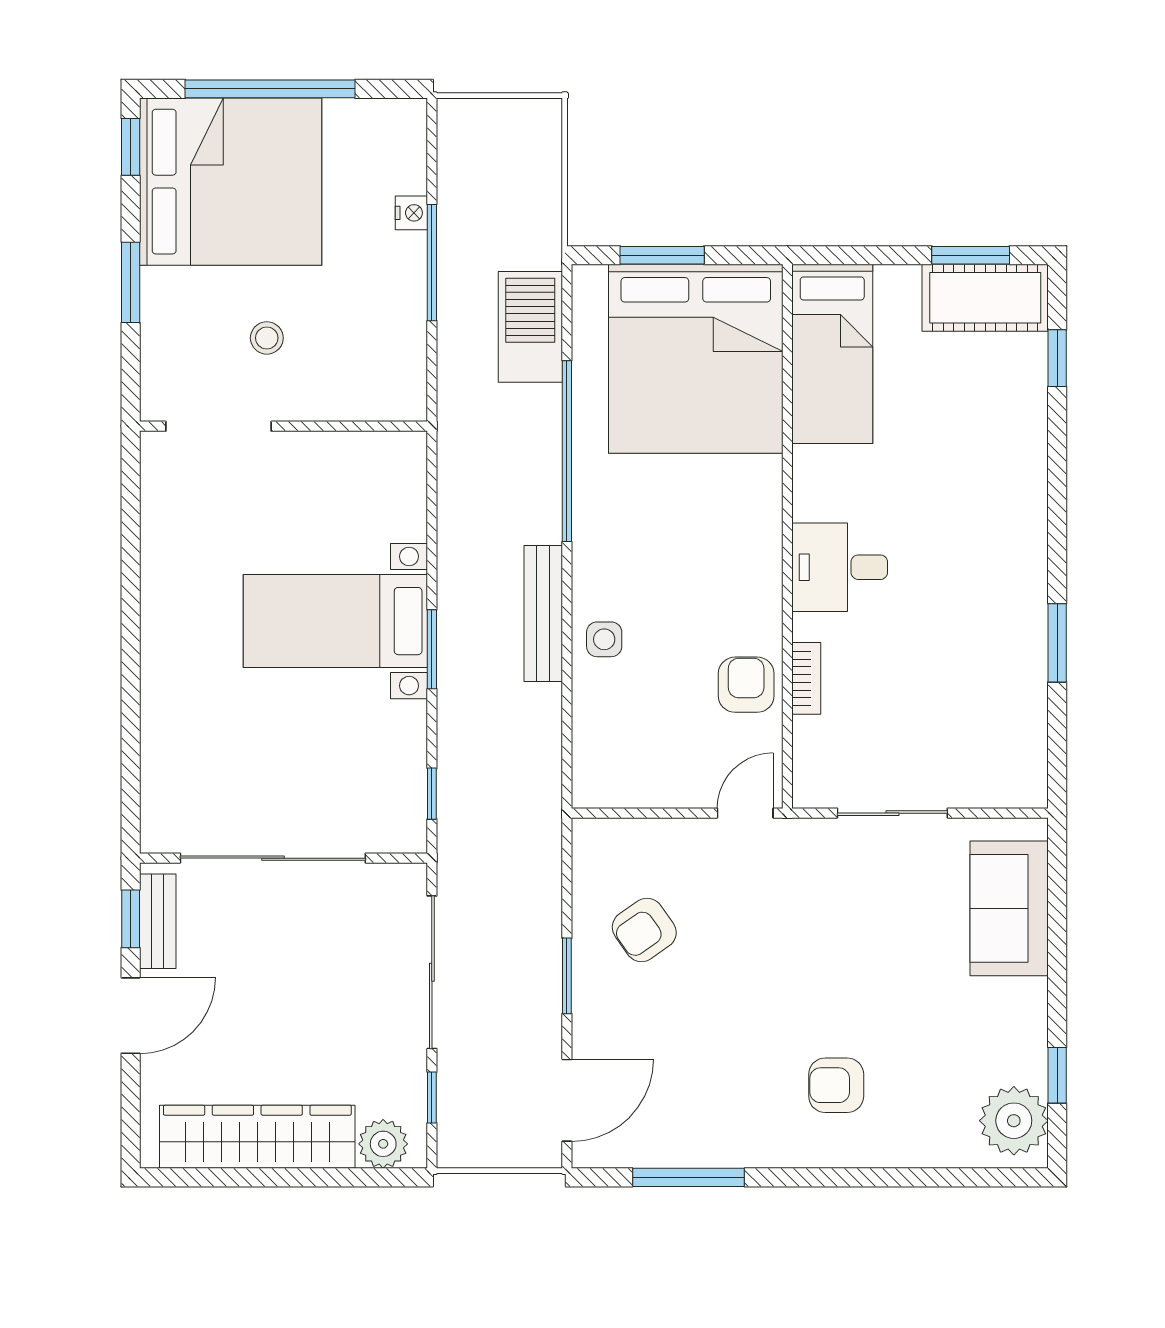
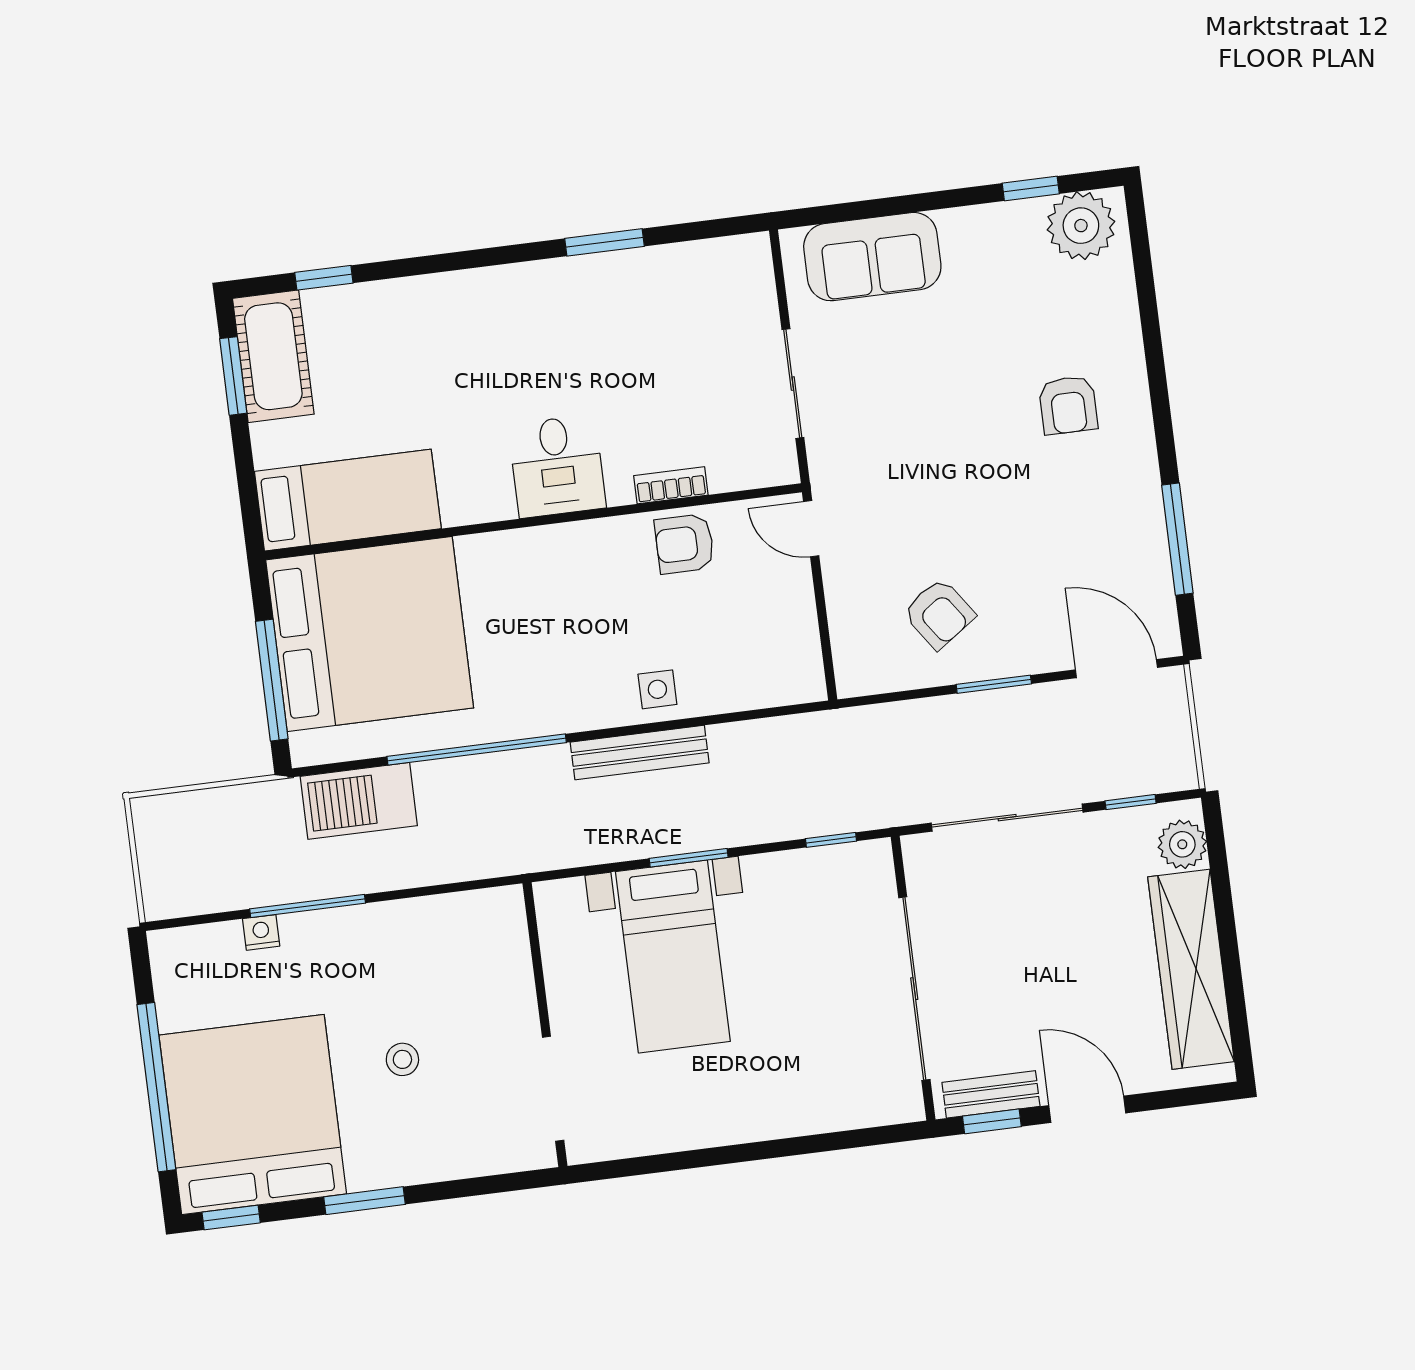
window: (662, 255) -> (272, 680), width x1.44
doorway: (218, 426) -> (553, 1089), moved
wall: (283, 426) -> (545, 1025), moved

